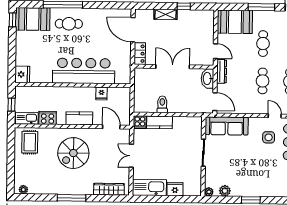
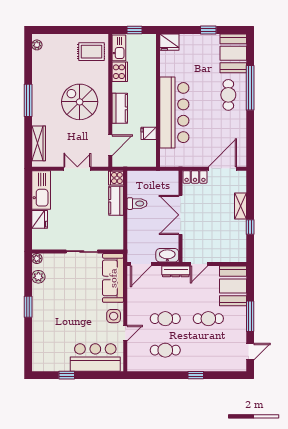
window: (12, 20) -> (208, 30), moved
double door: (173, 67) -> (181, 215), swing flipped
side table: (269, 137) -> (114, 316), moved

